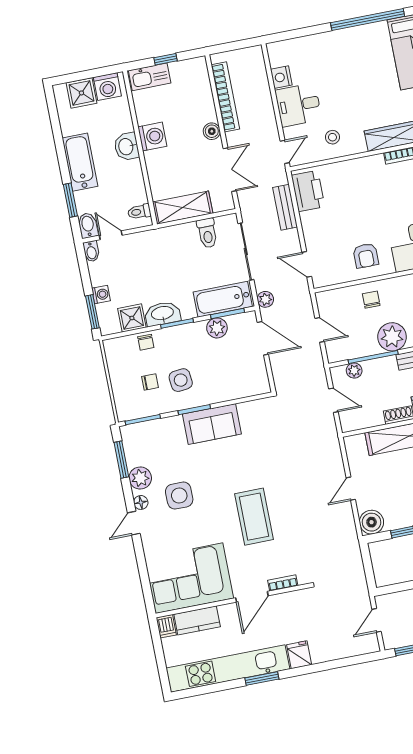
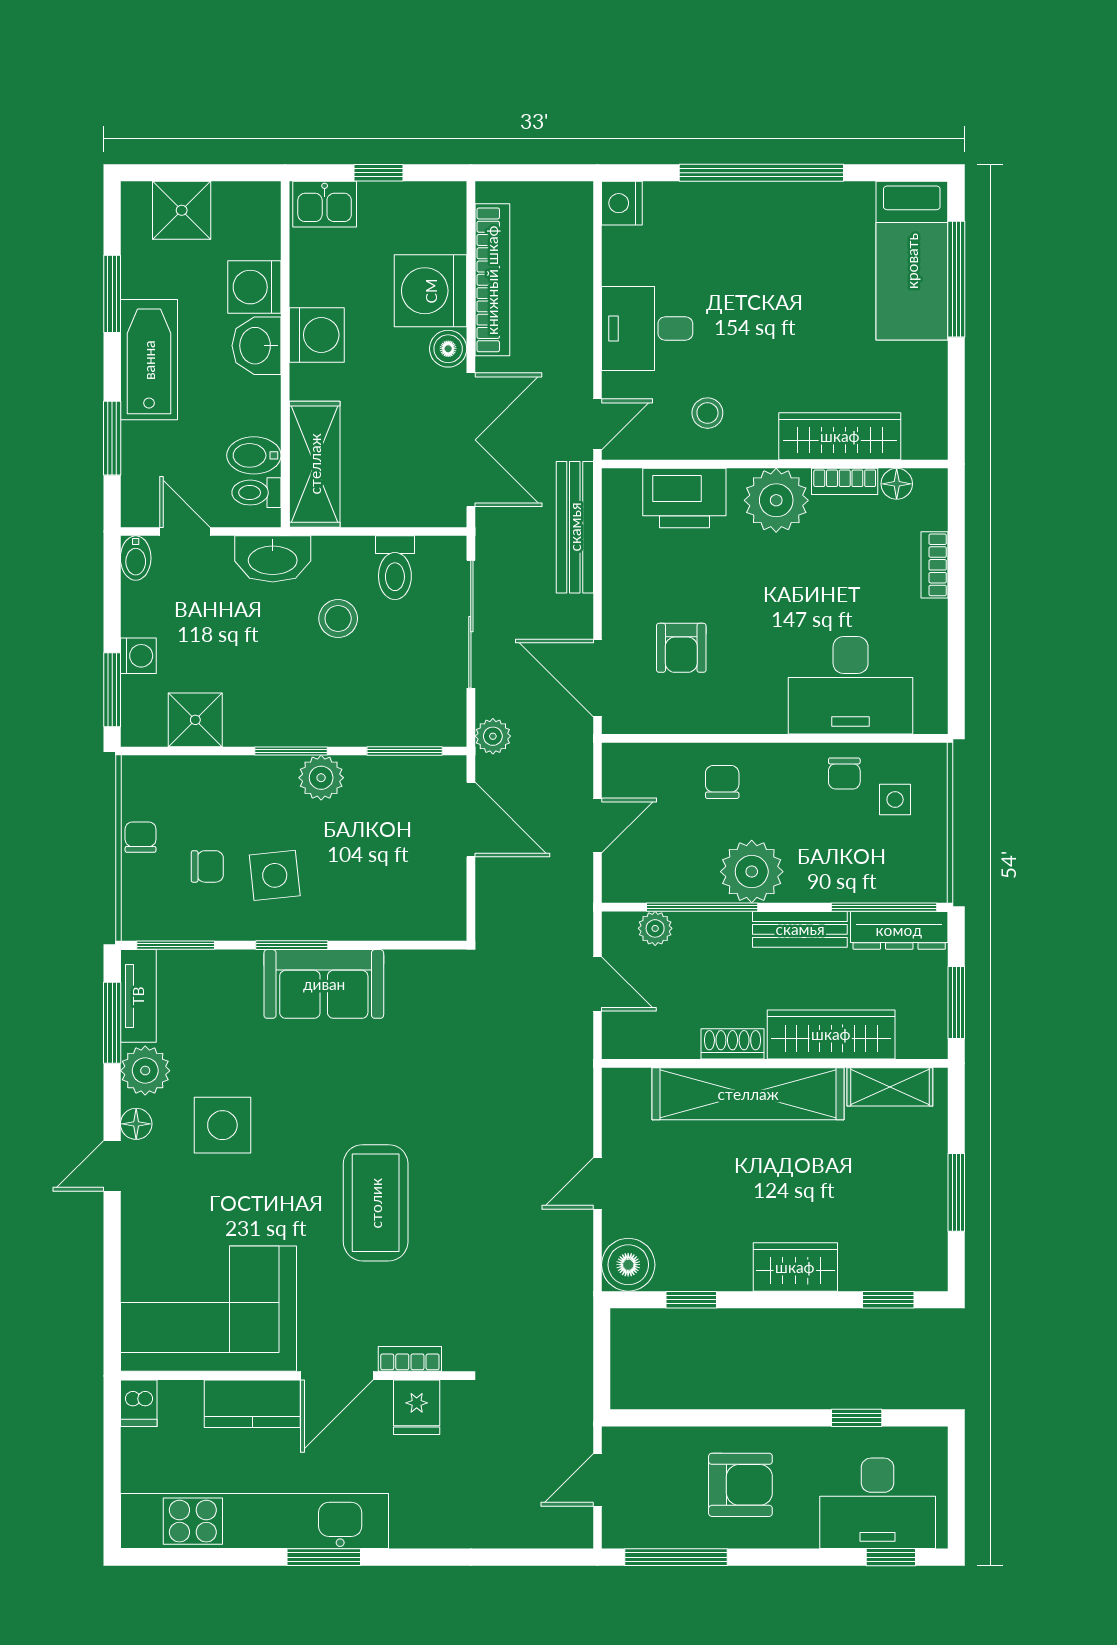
window: (368, 20) -> (761, 173), moved
kitchen sink: (150, 77) -> (325, 204), width x0.73
nightstand: (281, 77) -> (622, 203), moved
washing machine: (107, 87) -> (254, 287), moved, turned 90
washing machine: (199, 107) -> (431, 291), added
window: (58, 136) -> (112, 294), added
double door: (230, 170) -> (471, 440), width x1.37
plant: (371, 170) -> (776, 500), added
printer: (308, 191) -> (684, 498), moved, turned 90
bench: (285, 207) -> (575, 527), width x1.36
shelving: (183, 208) -> (315, 464), moved, turned 90
bidet: (88, 225) -> (254, 455), moved, turned -90
armchair: (366, 256) -> (681, 648), moved
stool: (186, 261) -> (338, 618), added
door: (307, 264) -> (597, 678), width x1.38
bathtub: (223, 299) -> (400, 718), removed
washbasin: (162, 314) -> (273, 559), moved, turned 180
plant: (217, 328) -> (321, 778), moved
door: (320, 330) -> (597, 825), hinge flipped
chair: (146, 342) -> (141, 837), moved, turned 180
tv unit: (131, 445) -> (138, 996), added
kitchen counter: (197, 620) -> (252, 1404), moved
fridge: (299, 655) -> (417, 1407), moved, turned 180

